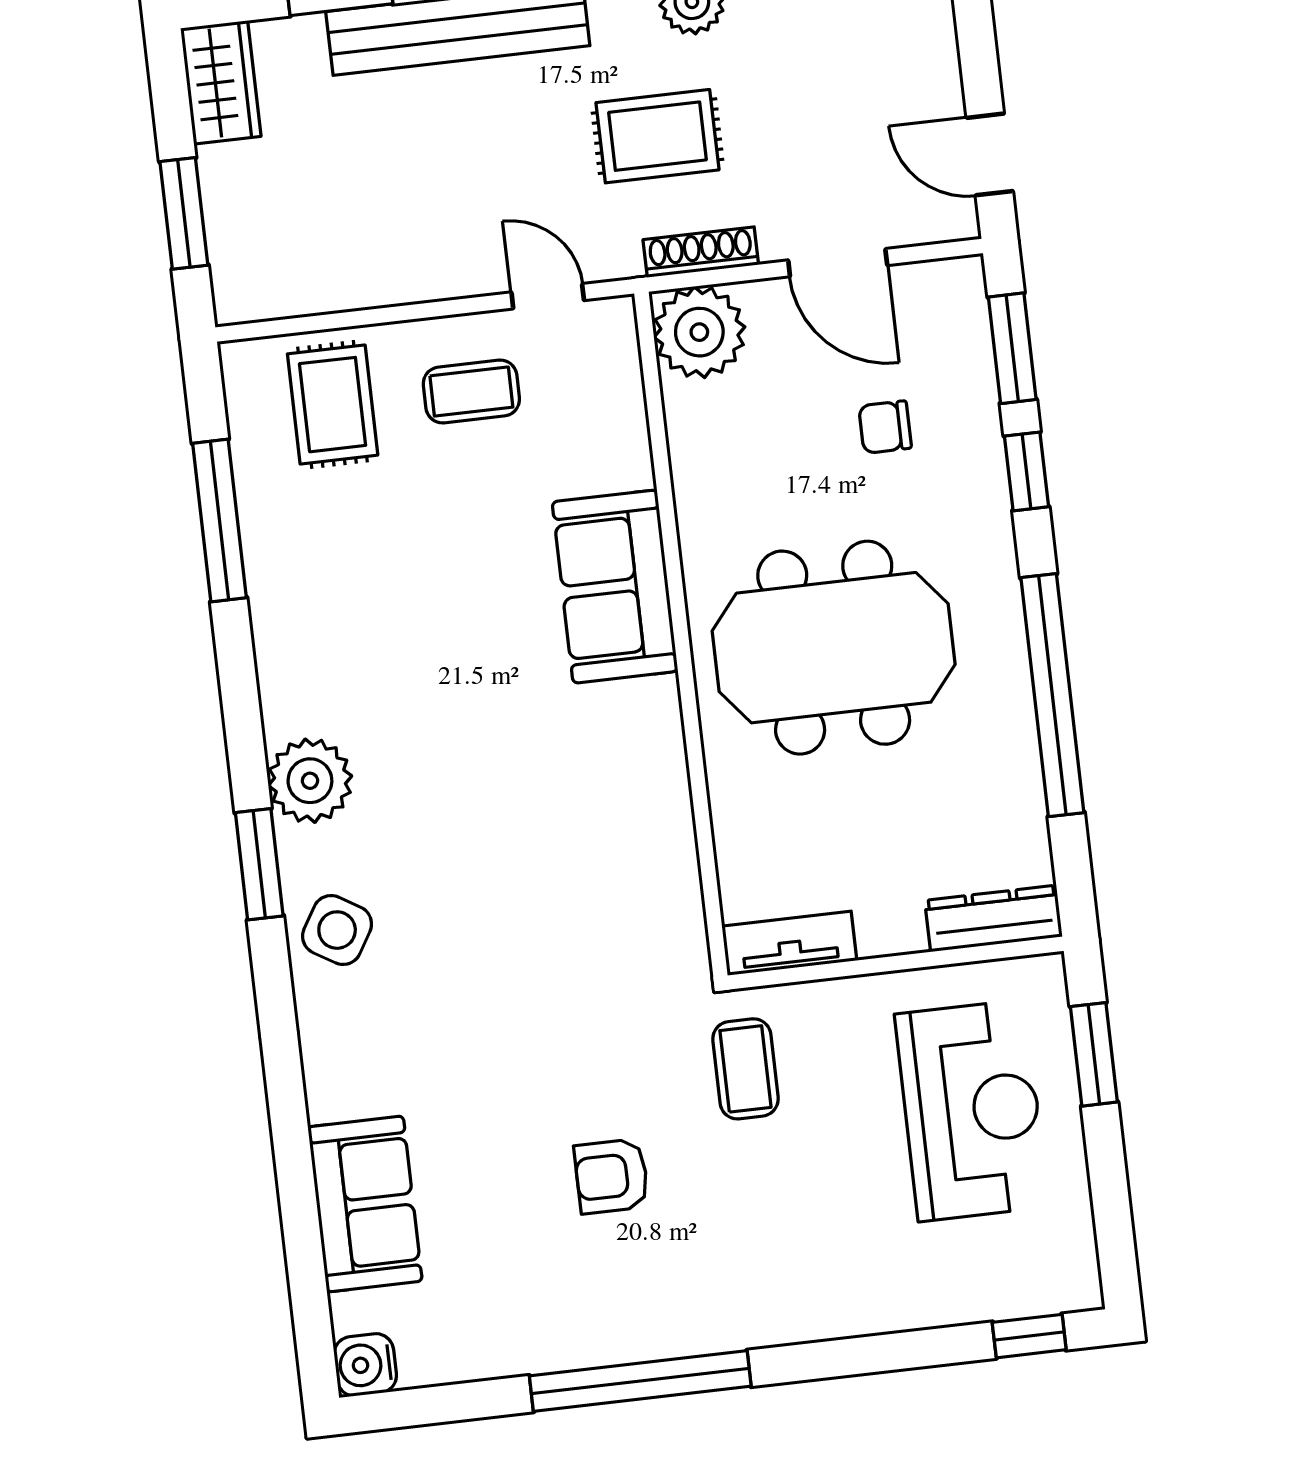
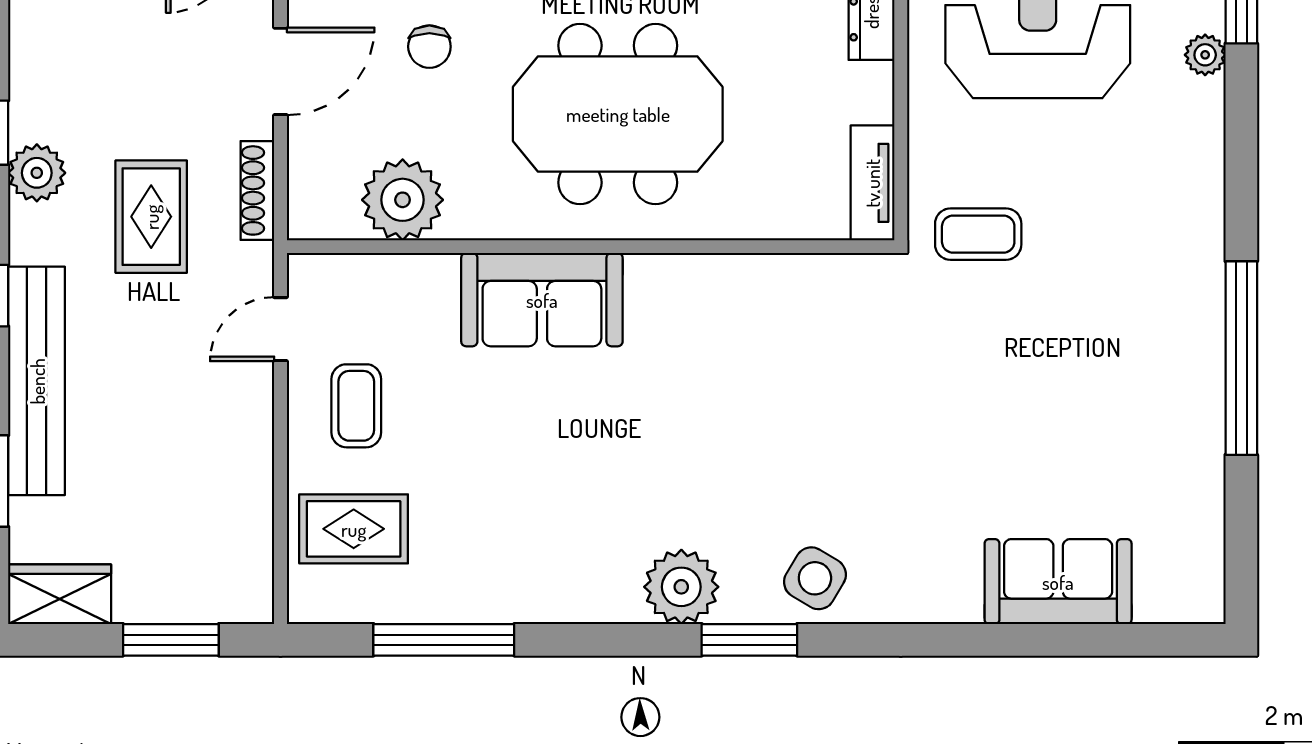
plant: (699, 332) -> (403, 200), moved
meeting table: (834, 648) -> (618, 114), turned 90
armchair: (612, 1176) -> (1059, 363), removed
plant: (977, 1301) -> (1205, 55), added
water cooler: (365, 1365) -> (1199, 598), removed

